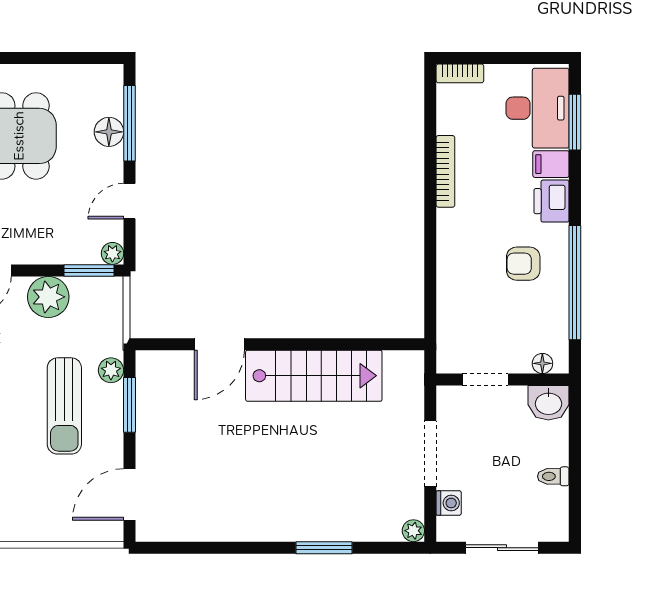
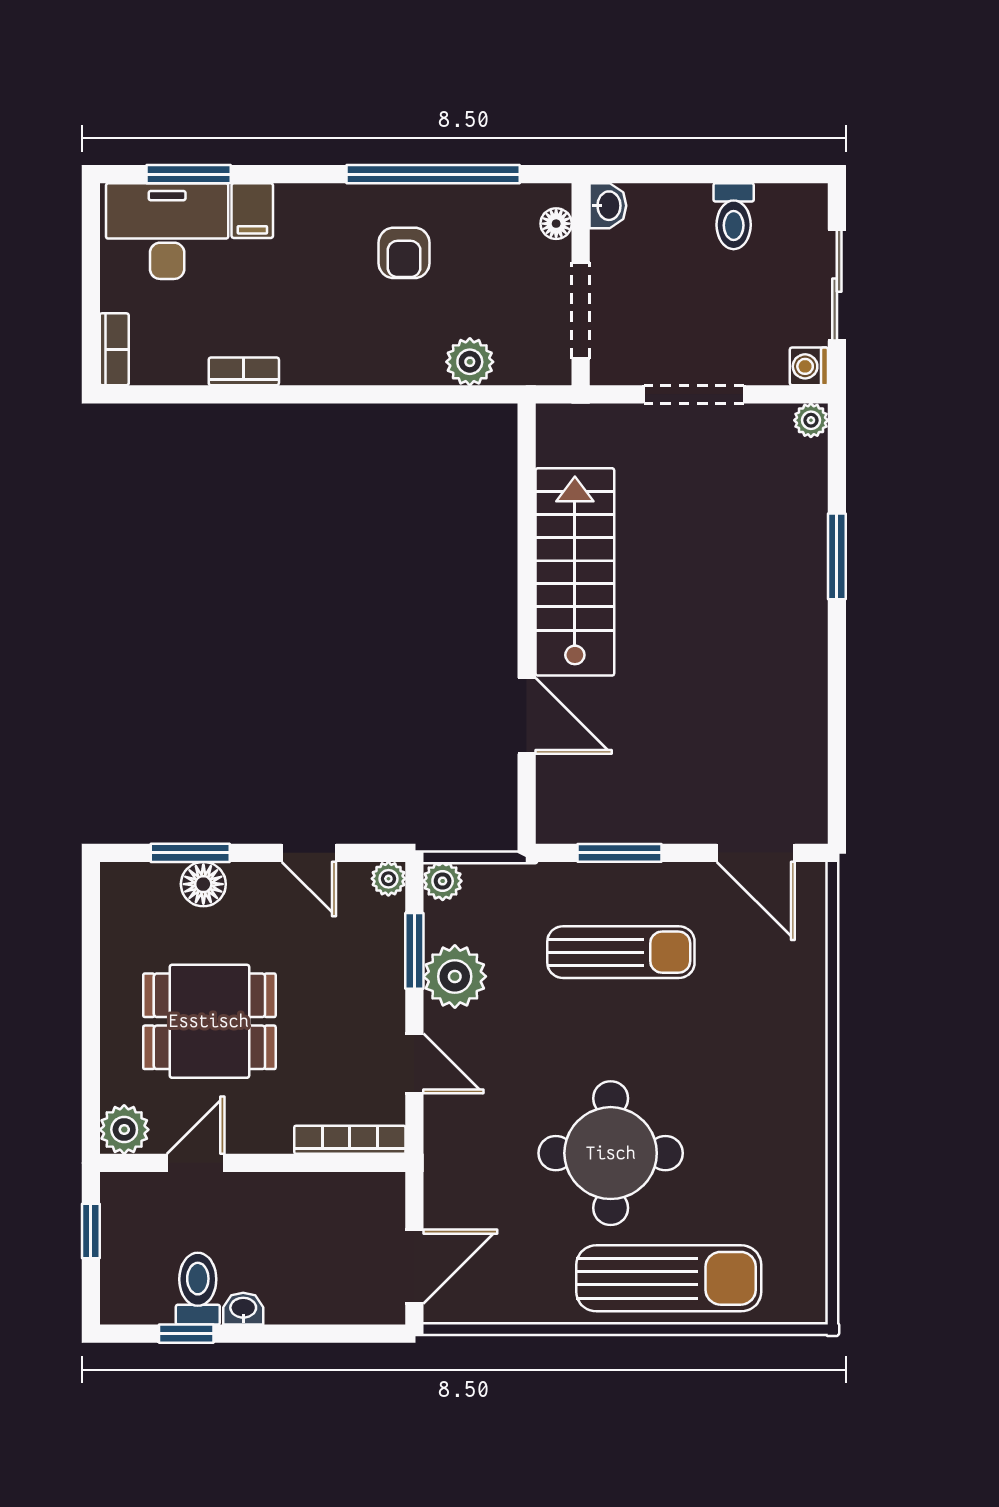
window: (129, 123) -> (190, 853), width x0.69
bookcase: (445, 171) -> (244, 371), width x0.64
printer: (551, 201) -> (309, 210), removed
window: (89, 270) -> (414, 951), moved
plant: (452, 307) -> (470, 362), added
plant: (111, 370) -> (443, 881), moved
doorway: (485, 380) -> (581, 310), width x1.38
washbasin: (548, 403) -> (608, 206), width x0.72, depth x0.69
toilet: (553, 476) -> (734, 216), width x1.37, depth x1.39
washing machine: (449, 503) -> (809, 366), moved, turned -90

